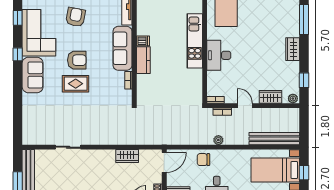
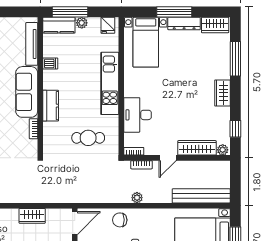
dishwasher: (143, 41) -> (50, 63), moved
desk: (219, 55) -> (137, 115), moved
cafe table: (176, 88) -> (88, 138), added
wardrobe: (271, 97) -> (197, 148), width x1.50
door: (245, 106) -> (168, 158), swing flipped

